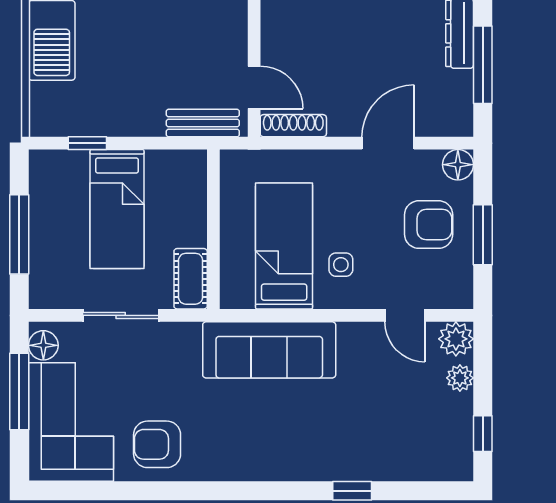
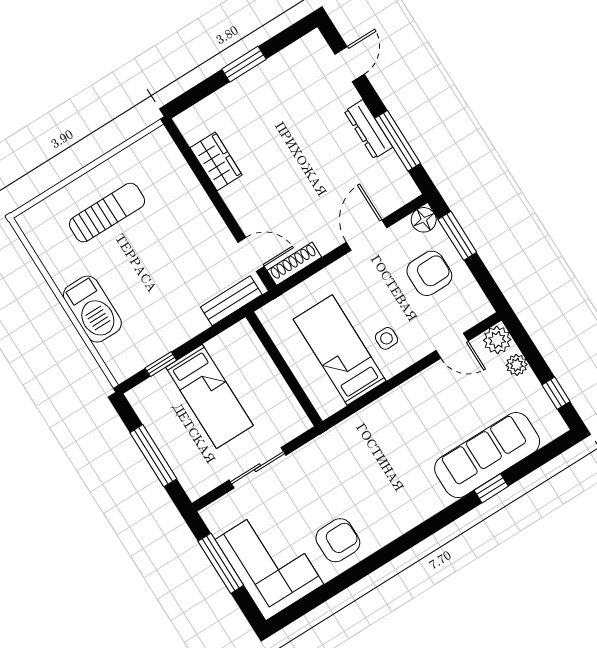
window: (483, 235) -> (457, 236), moved
cot: (191, 279) -> (290, 413), removed
floor lamp: (43, 345) -> (217, 521), removed
sofa: (269, 350) -> (487, 455), moved, turned 180
armchair: (157, 444) -> (338, 540), turned 180

